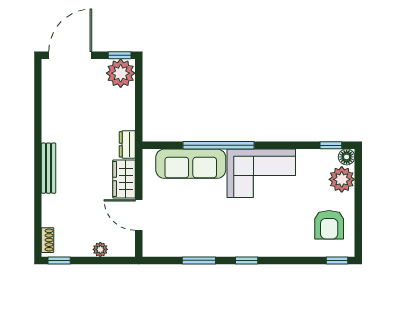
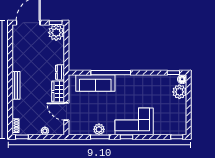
corner sofa: (261, 173) -> (134, 121), moved, turned 180
armchair: (329, 225) -> (172, 117), removed
plant: (197, 247) -> (99, 129), added

